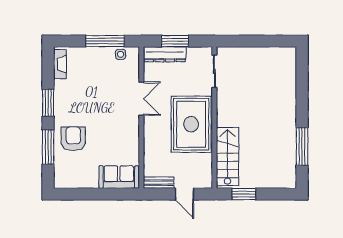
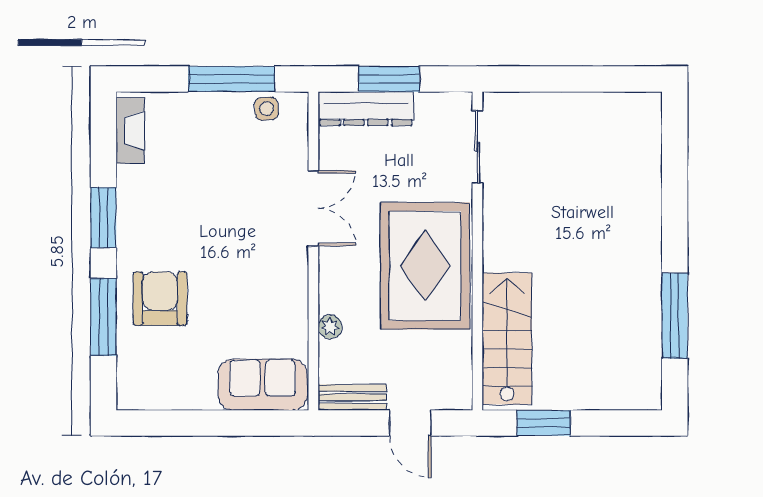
plant: (149, 151) -> (330, 327), added

